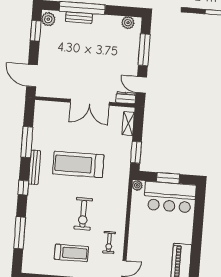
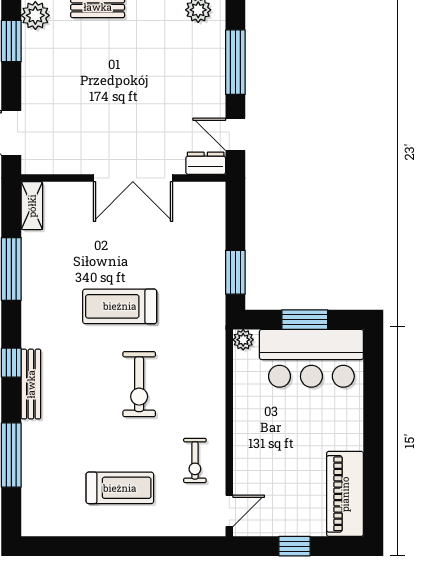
shelving: (128, 124) -> (32, 206), moved
treadmill: (78, 164) -> (120, 306), width x0.73, depth x0.73
bench: (34, 167) -> (31, 384), moved
exercise bike: (83, 214) -> (139, 384), moved

